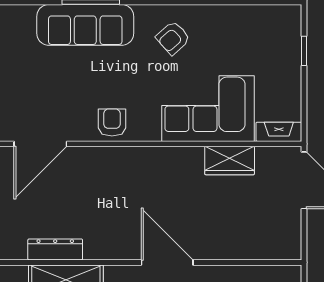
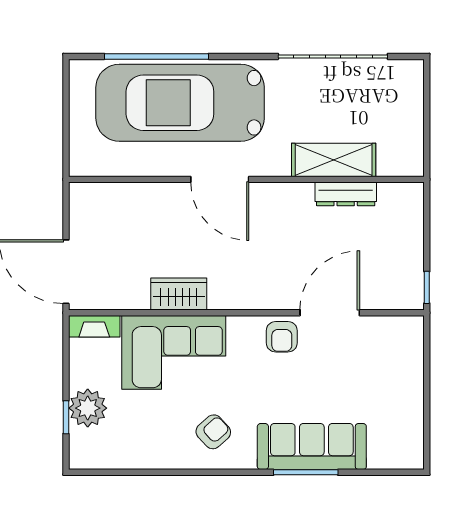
plant: (285, 59) -> (88, 408), added
door: (40, 144) -> (330, 313), moved
wardrobe: (230, 161) -> (179, 294), moved

